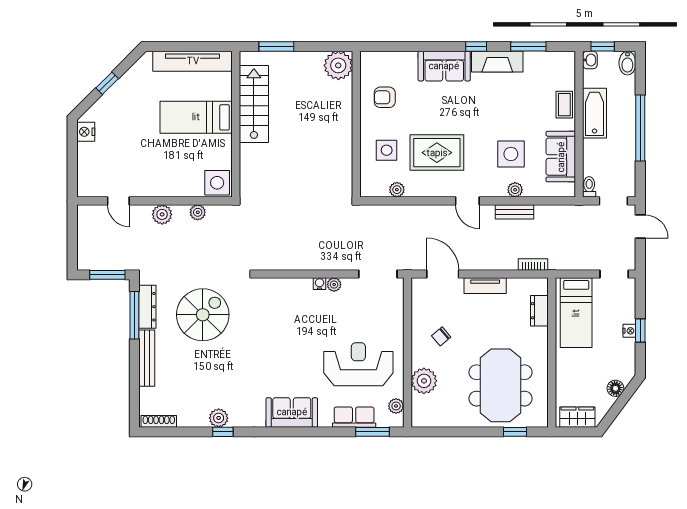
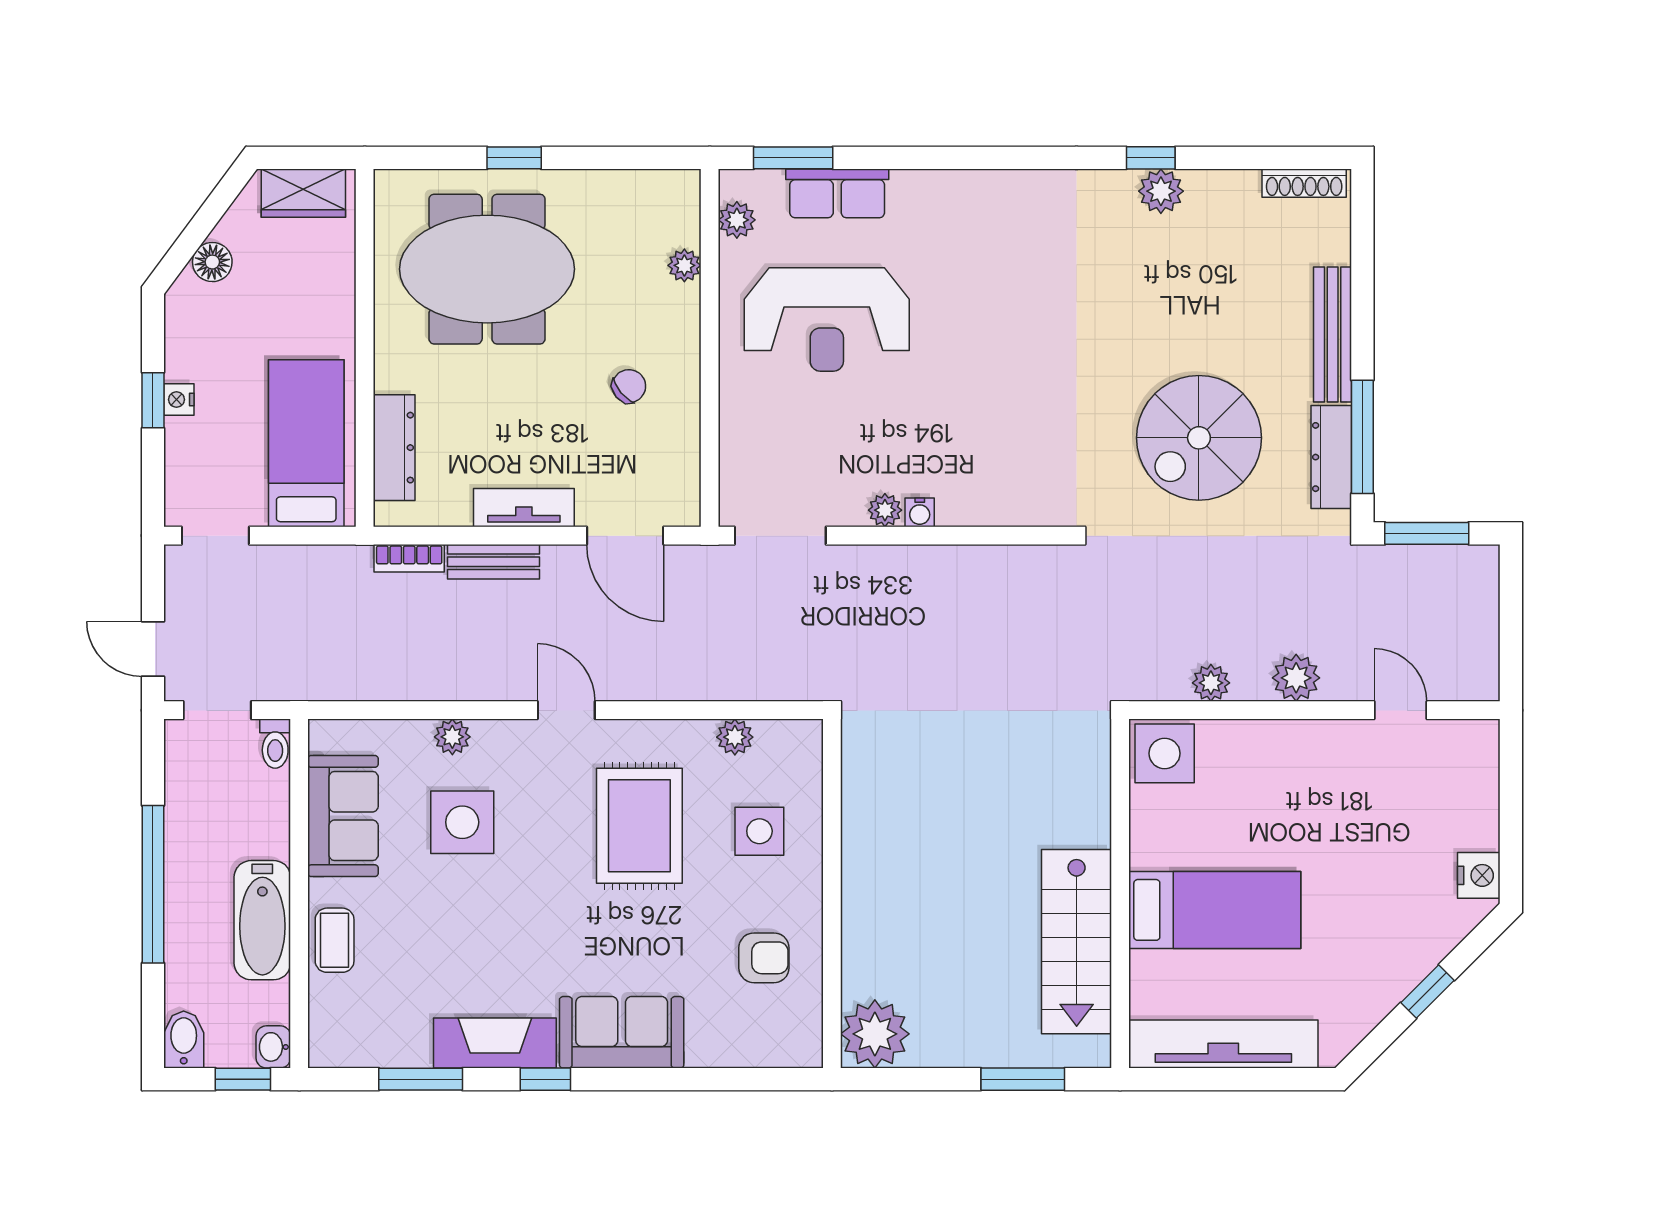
rug: (437, 153) -> (639, 826), turned 90
bench: (515, 212) -> (493, 562), moved
dresser: (539, 311) -> (394, 448), width x1.44
plant: (424, 381) -> (684, 265), width x0.53, depth x0.53
meeting table: (501, 385) -> (487, 269), turned 90
sofa: (292, 412) -> (986, 204), removed
window: (515, 432) -> (514, 158), moved

